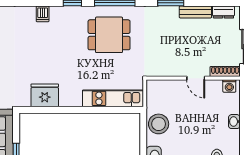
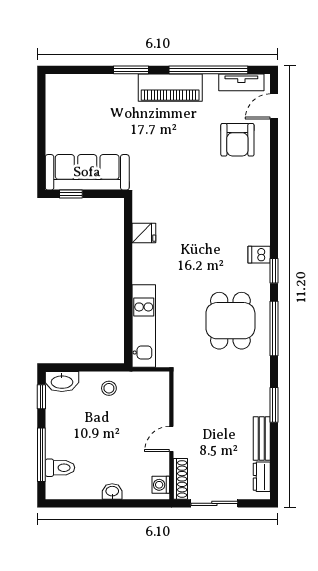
dishwasher: (43, 14) -> (259, 255), moved
fridge: (45, 95) -> (144, 233), width x0.53, depth x0.75
stool: (159, 124) -> (109, 388), width x0.53, depth x0.53

